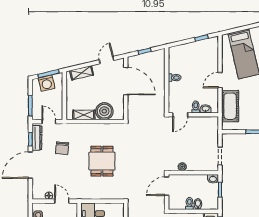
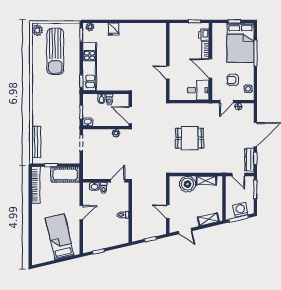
door: (107, 60) -> (185, 231), hinge flipped
door: (126, 81) -> (168, 212), width x0.53
cot: (230, 106) -> (65, 174), moved, turned 90
chair: (62, 148) -> (226, 150), removed
dining table: (102, 161) -> (190, 138), turned 90
door: (167, 186) -> (130, 115), swing flipped
door: (62, 201) -> (226, 102), hinge flipped

